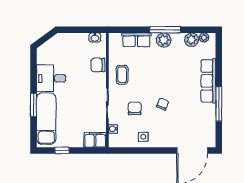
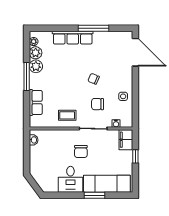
plant: (164, 40) -> (36, 66), moved
chair: (98, 65) -> (81, 152), moved
window: (62, 150) -> (135, 156), moved

